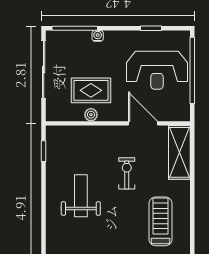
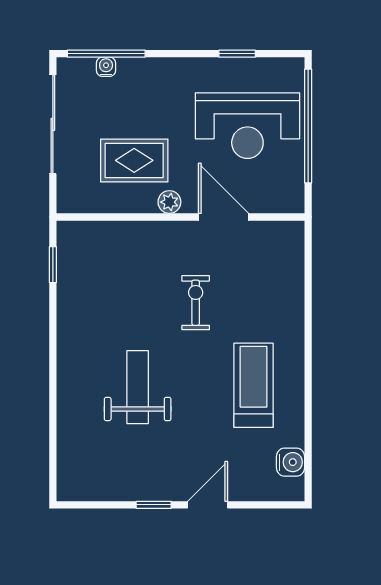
water cooler: (98, 36) -> (106, 67), moved
plant: (91, 115) -> (169, 202), moved
shelving: (179, 152) -> (286, 267), removed
weight bench: (81, 196) -> (138, 387), moved

